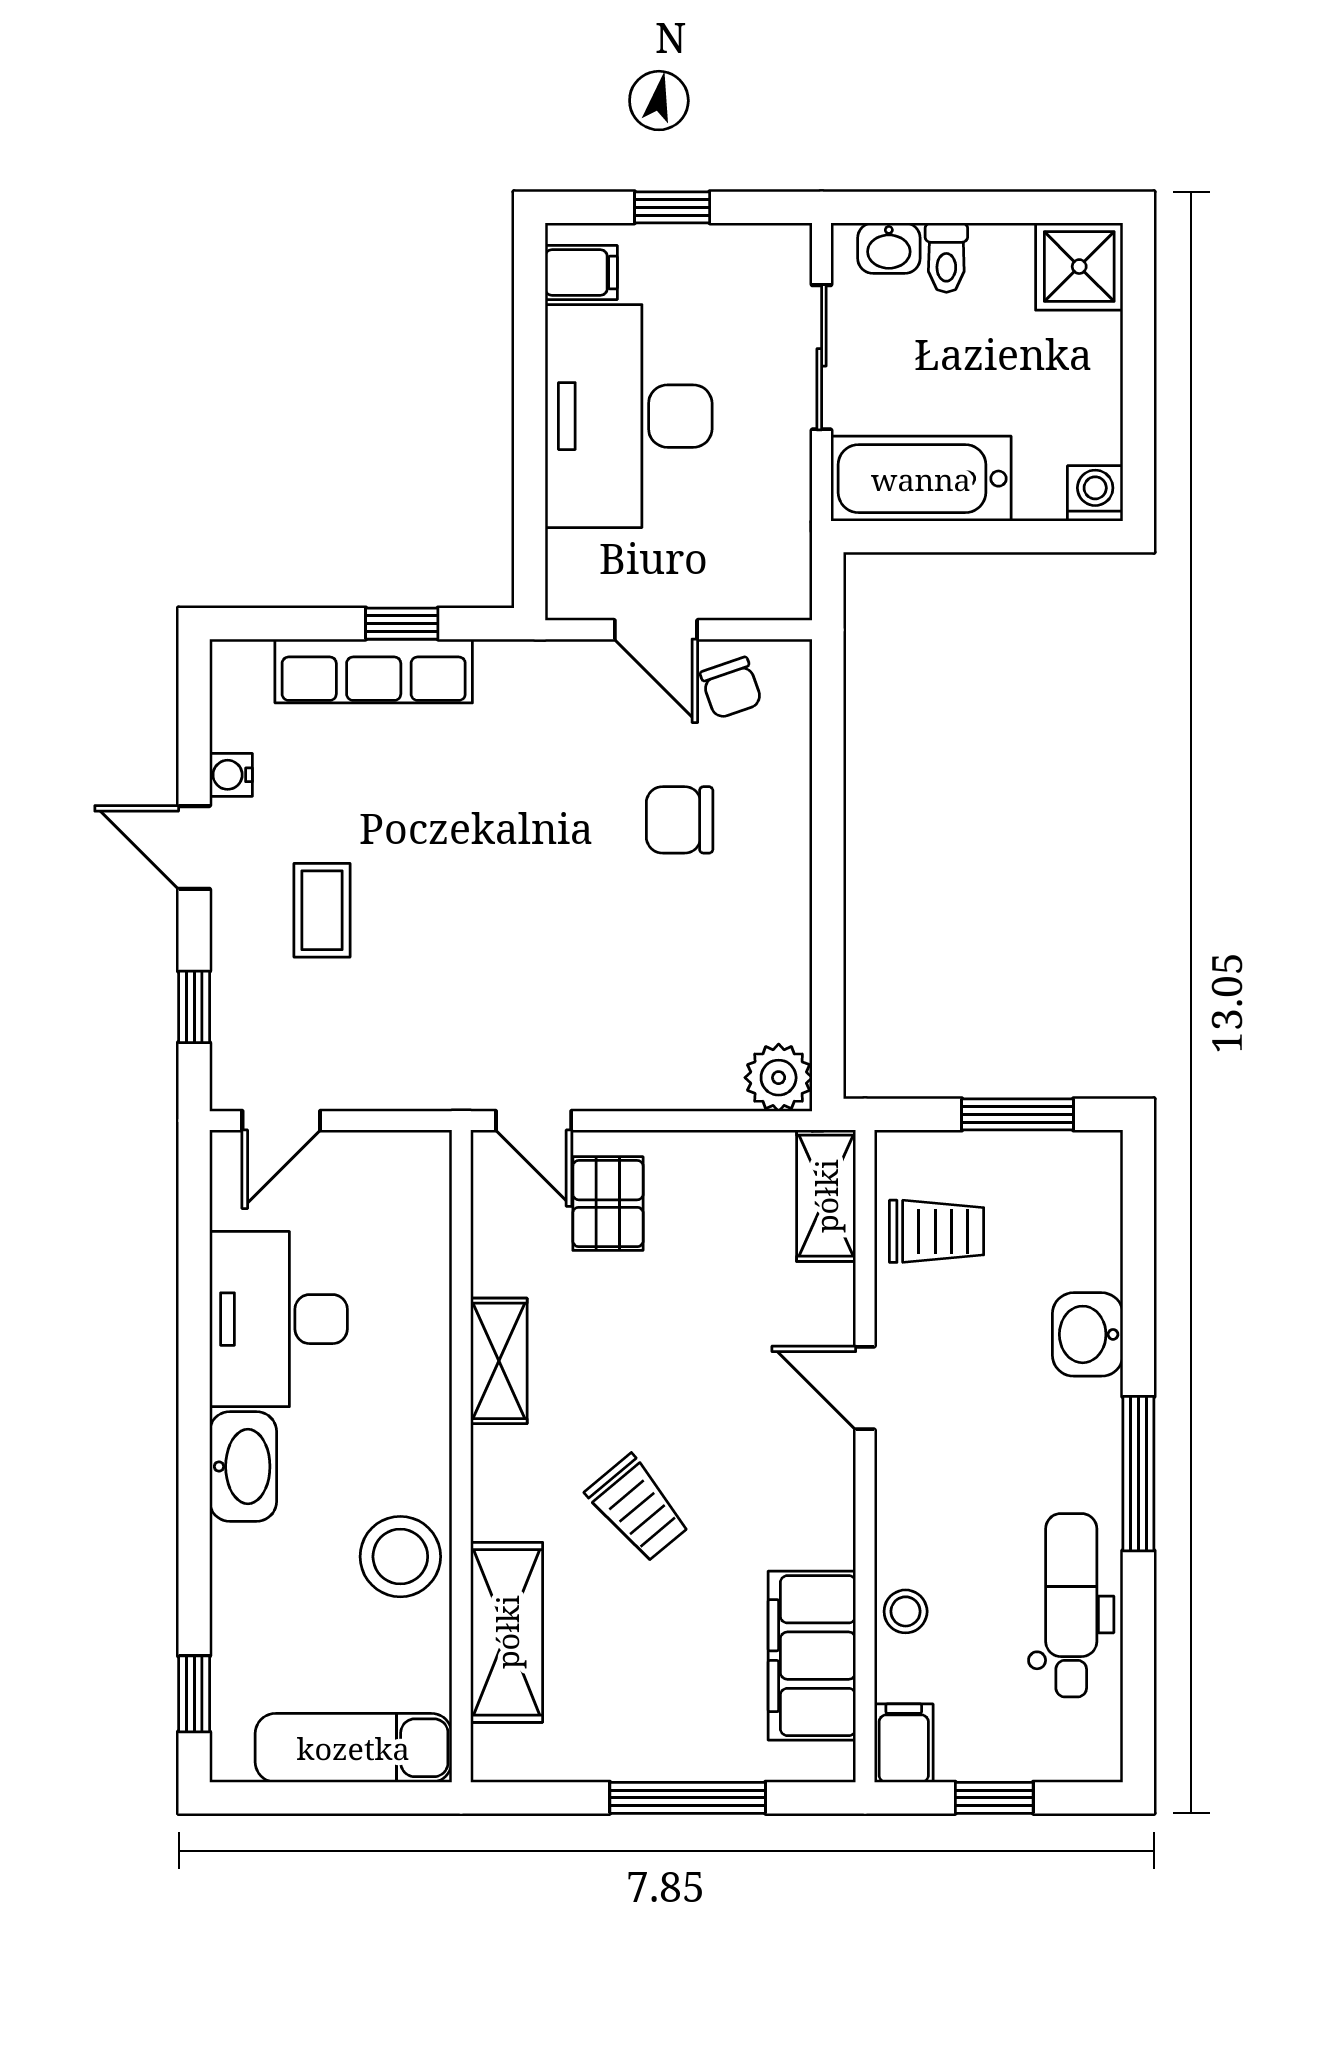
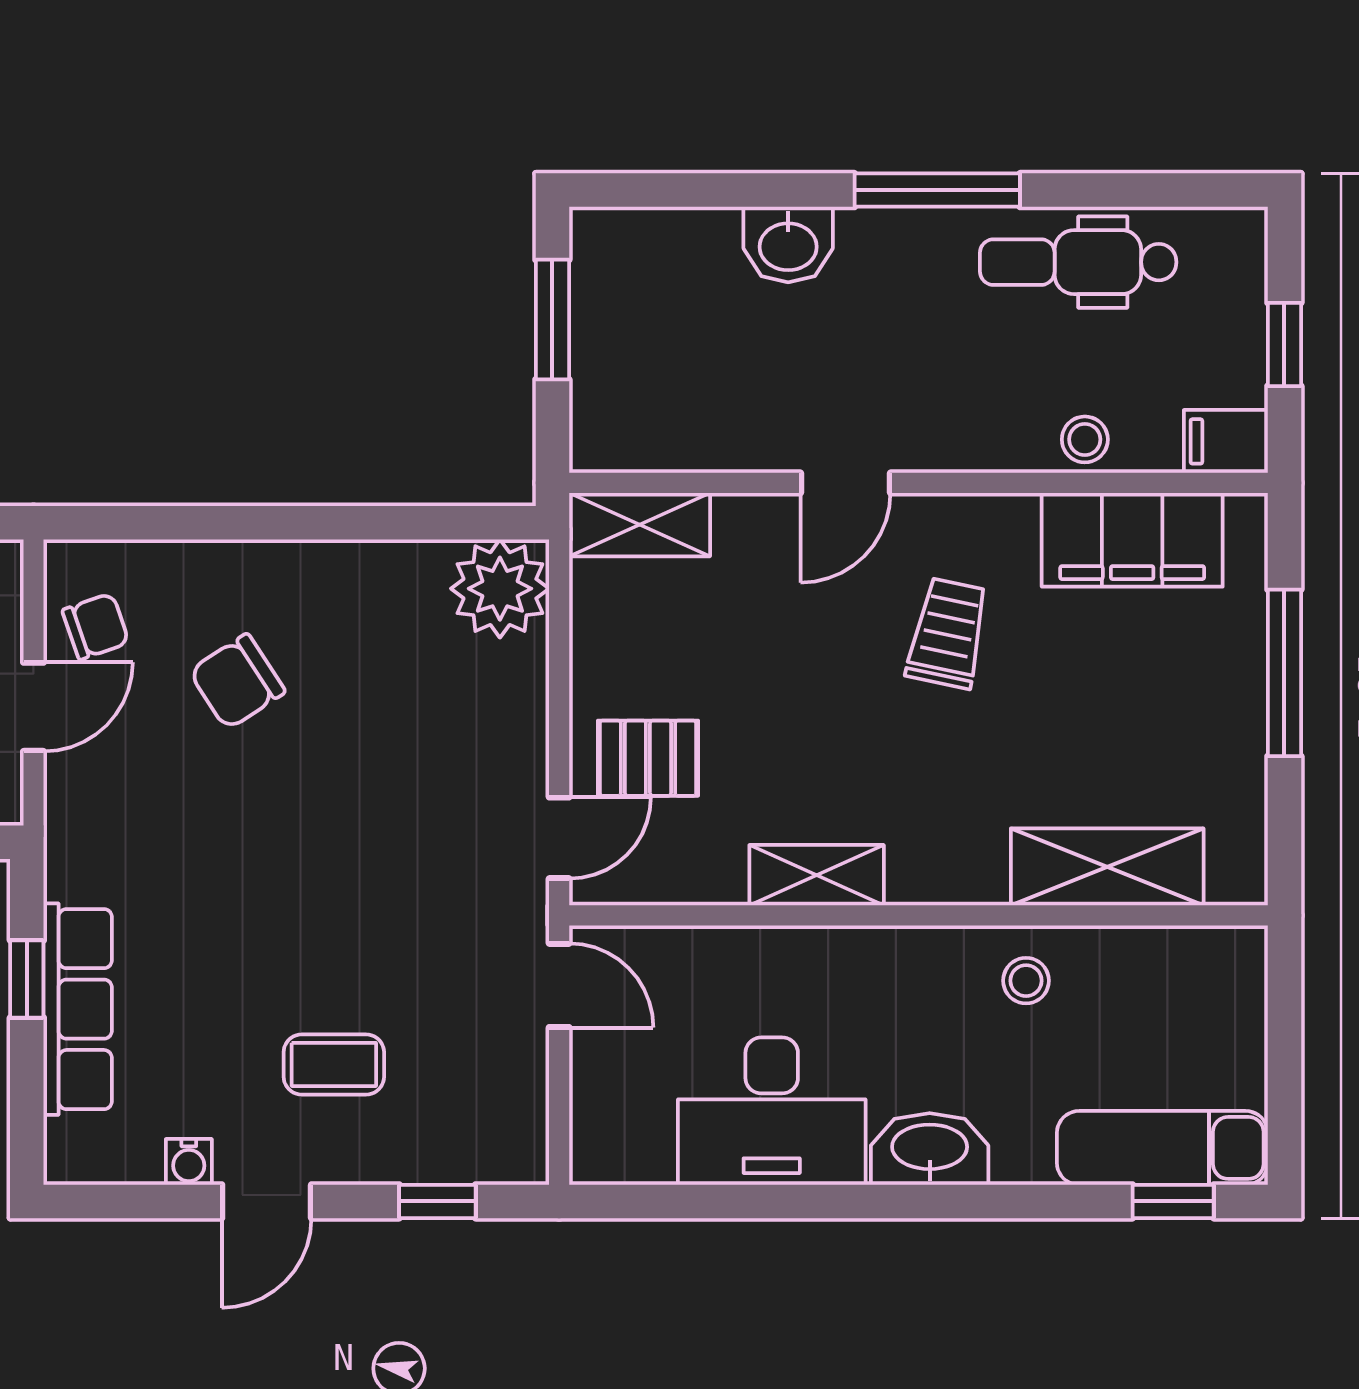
chair: (680, 820) -> (237, 682), turned 57
plant: (779, 1078) -> (500, 589), width x1.36, depth x1.36
door: (281, 1121) -> (559, 985), moved
trolley: (937, 1231) -> (678, 406), removed
trolley: (638, 1508) -> (948, 633), moved, turned -38
stool: (400, 1557) -> (1026, 981), width x0.53, depth x0.53
exam couch: (353, 1748) -> (1162, 1148), moved, turned 90

